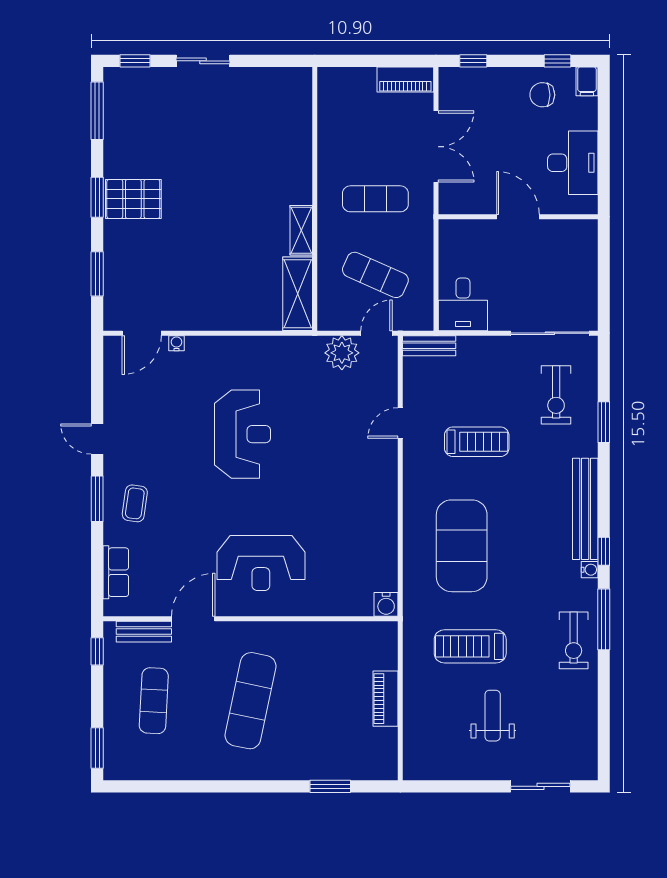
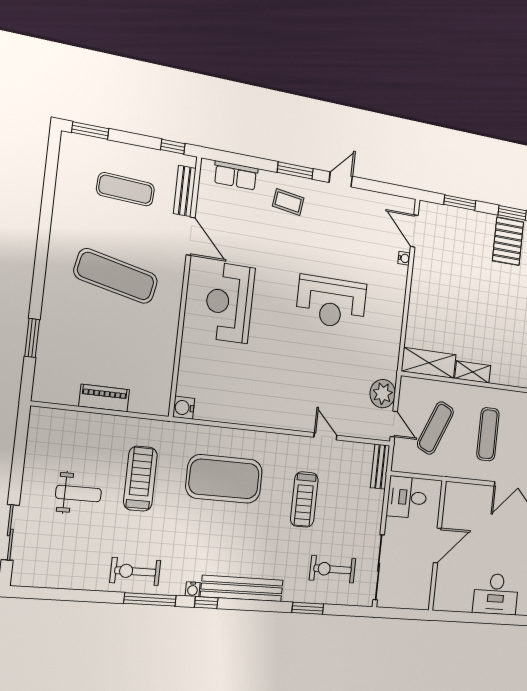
door: (518, 217) -> (437, 545), moved
wall: (518, 217) -> (437, 545), moved

